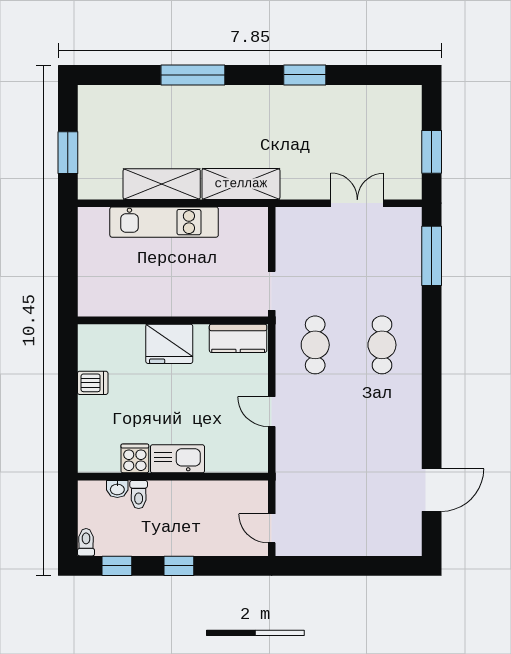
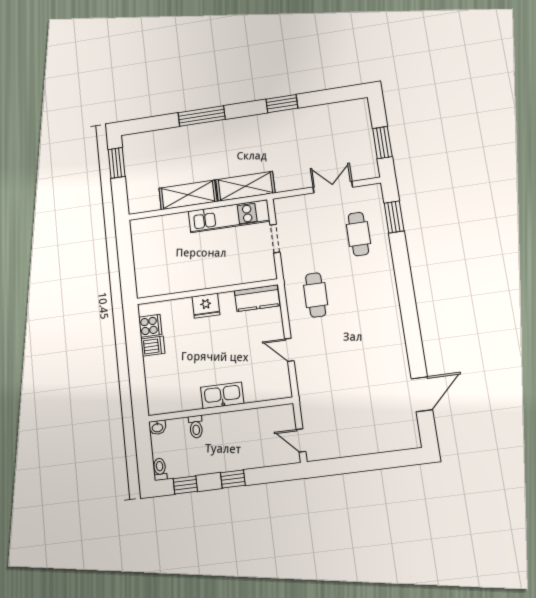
window: (68, 153) -> (117, 163), moved
kitchen unit: (164, 222) -> (229, 216), moved
window: (432, 256) -> (394, 217), width x0.69
doorway: (272, 291) -> (275, 238), moved
fridge: (169, 344) -> (206, 306), width x0.73, depth x0.75
cafe table: (382, 345) -> (358, 234), moved
cooker: (135, 458) -> (150, 326), moved, turned 90
washbasin: (117, 489) -> (157, 427), moved

